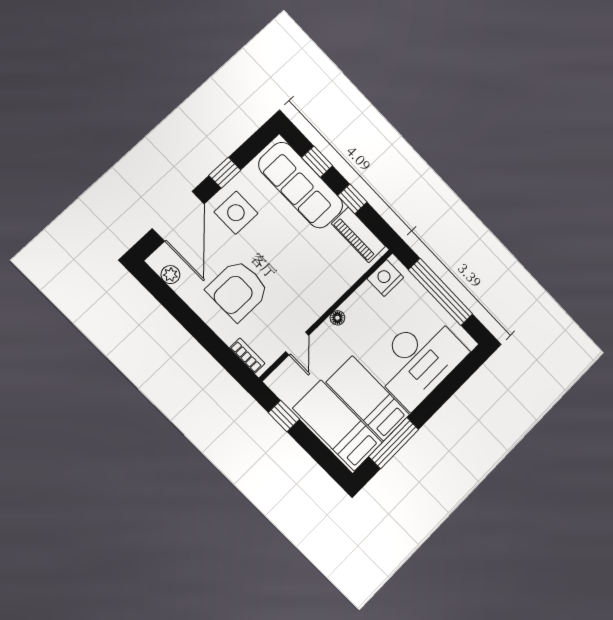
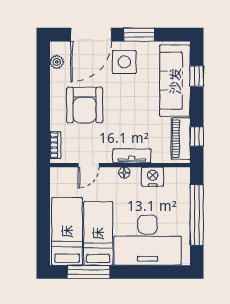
window: (225, 173) -> (139, 35), width x1.50
window: (352, 199) -> (197, 137), moved
nightstand: (385, 278) -> (153, 177), moved
armchair: (238, 290) -> (85, 105), turned -90
tv unit: (329, 295) -> (132, 156), added
window: (284, 416) -> (43, 197), removed

